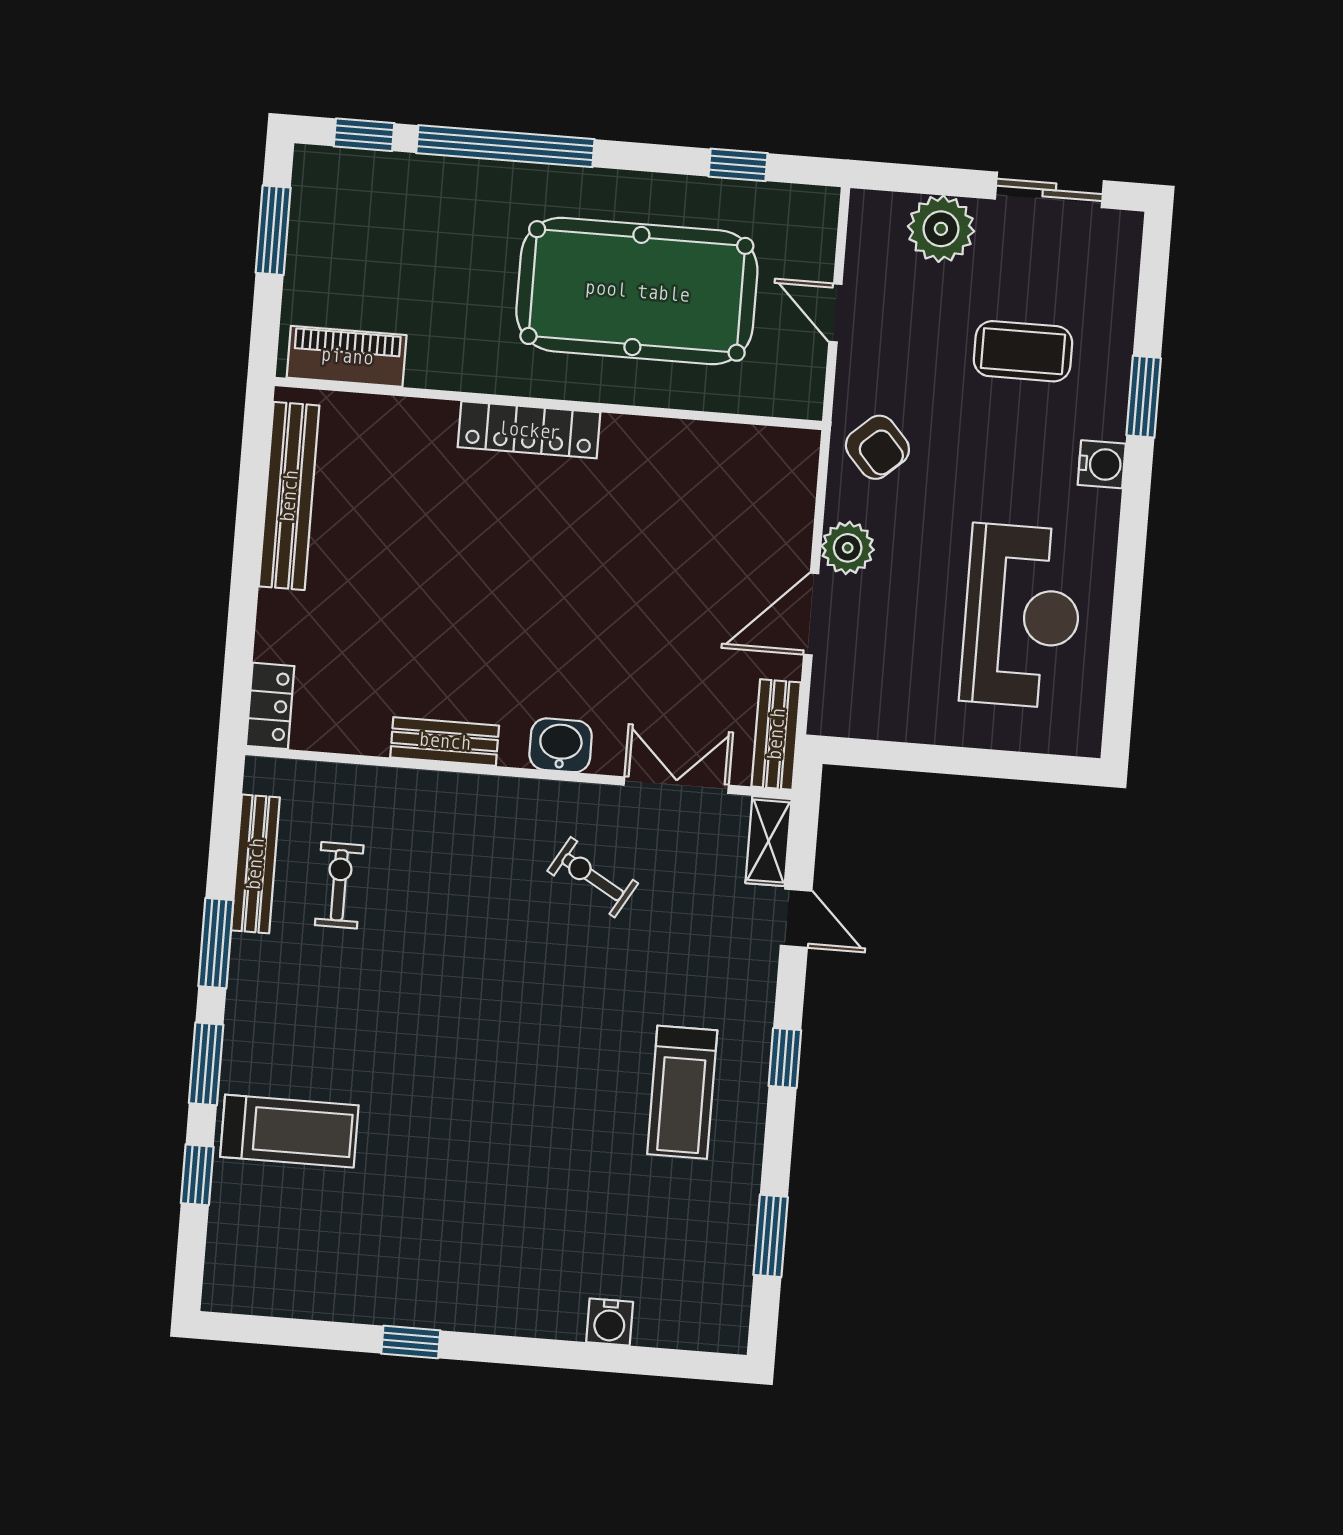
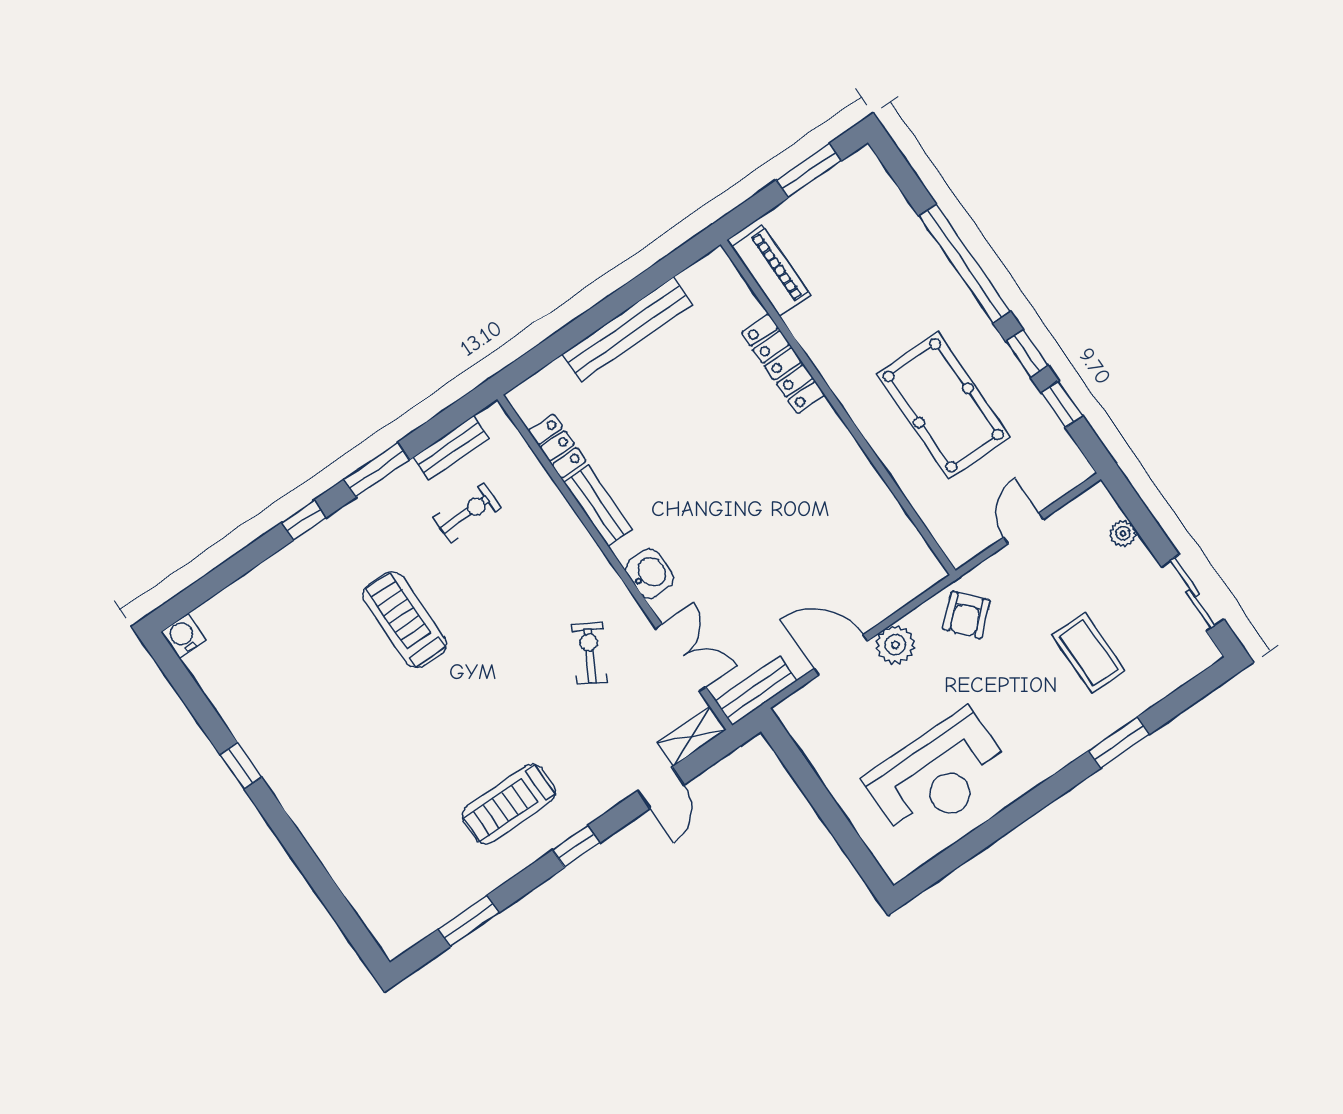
window: (364, 135) -> (1027, 354), moved
plant: (941, 229) -> (1123, 533), width x0.53, depth x0.53
pool table: (637, 291) -> (943, 405), width x0.73, depth x0.76
locker: (529, 430) -> (783, 364), moved
water cooler: (1102, 464) -> (1061, 750), removed
bench: (289, 496) -> (627, 329), moved
locker: (270, 706) -> (557, 446), moved, turned -90
bench: (255, 864) -> (451, 448), width x0.73
window: (206, 1064) -> (304, 520), width x0.67
treadmill: (289, 1131) -> (405, 620), moved, turned 180
window: (197, 1175) -> (237, 567), removed
water cooler: (610, 1322) -> (183, 636), moved, turned 90

